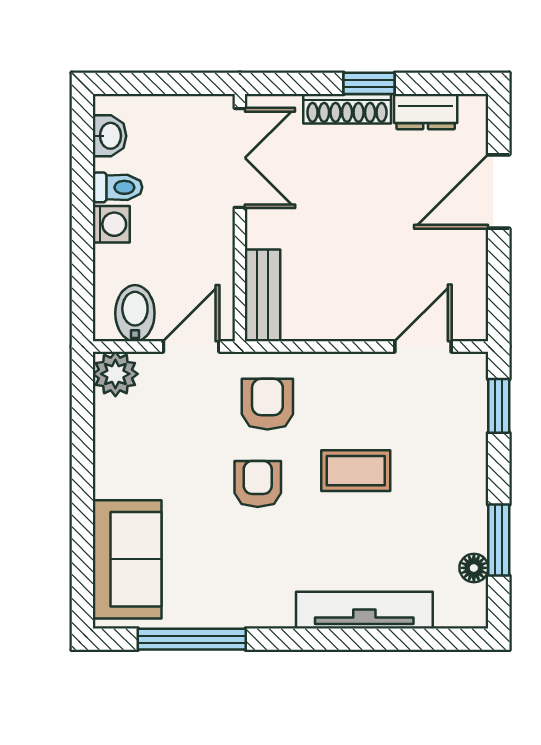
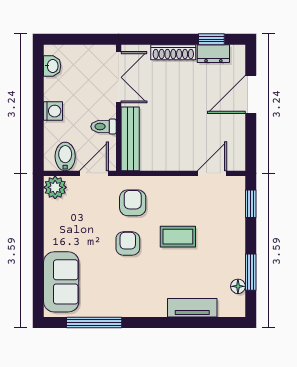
window: (369, 83) -> (211, 39), moved
toilet: (117, 187) -> (104, 127), moved, turned 180
bench: (263, 295) -> (130, 139), width x1.36
tv unit: (364, 610) -> (192, 308), width x0.71

